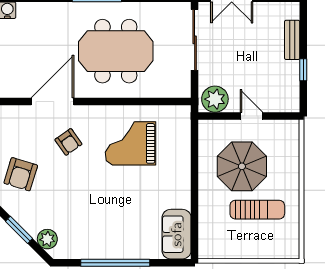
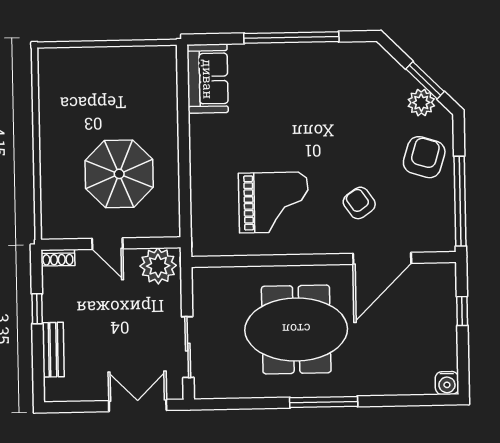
sliding door: (195, 40) -> (188, 347), width x0.73
shoe rack: (288, 106) -> (58, 258), added
sun lounger: (257, 210) -> (97, 115), removed
plant: (47, 239) -> (421, 103), moved

